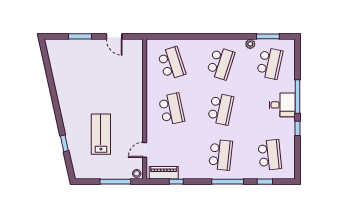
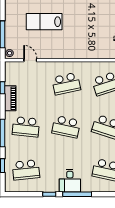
lab bench: (101, 134) -> (44, 22), turned 180
piano: (164, 173) -> (10, 98), moved

